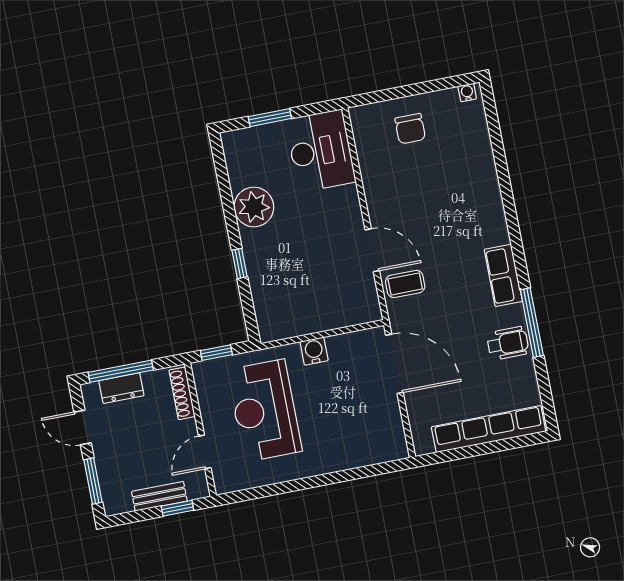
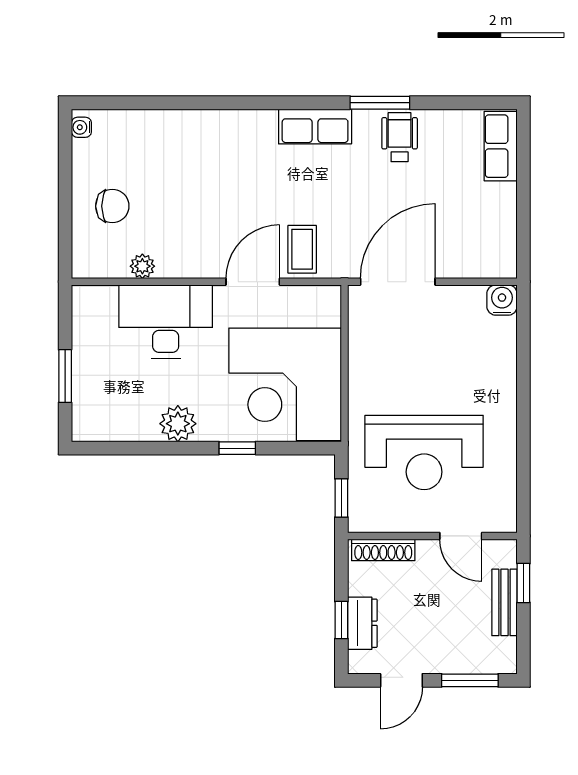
desk: (321, 151) -> (166, 322), moved
plant: (368, 161) -> (142, 266), added
plant: (254, 207) -> (178, 424), width x0.73, depth x0.73
corner desk: (297, 291) -> (285, 384), added
window: (532, 323) -> (380, 103), width x0.69
water cooler: (314, 351) -> (502, 300), moved, turned 90
window: (121, 371) -> (341, 620), width x0.46
row of seats: (489, 429) -> (501, 146), width x0.50

